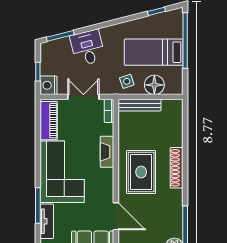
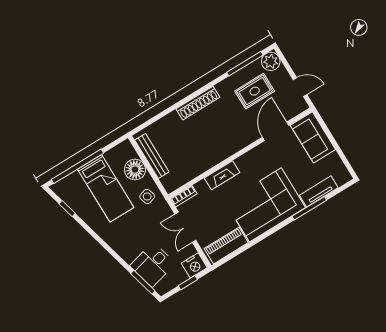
desk: (88, 48) -> (153, 265), moved
bench: (140, 105) -> (152, 156), moved
rug: (141, 172) -> (255, 91), moved, width x0.73, depth x0.70

